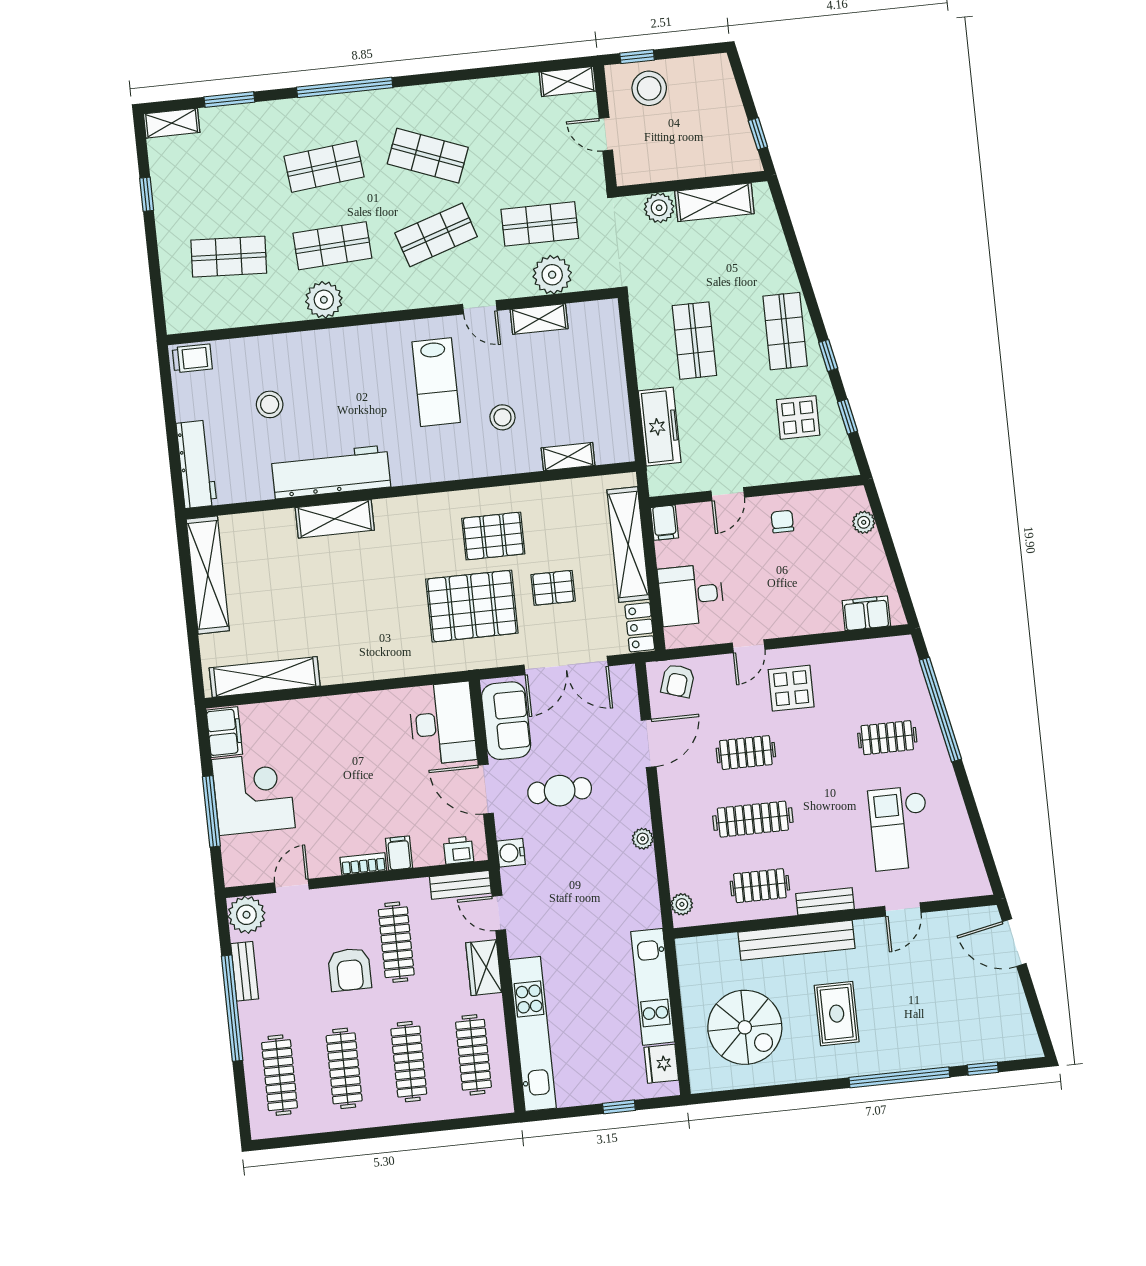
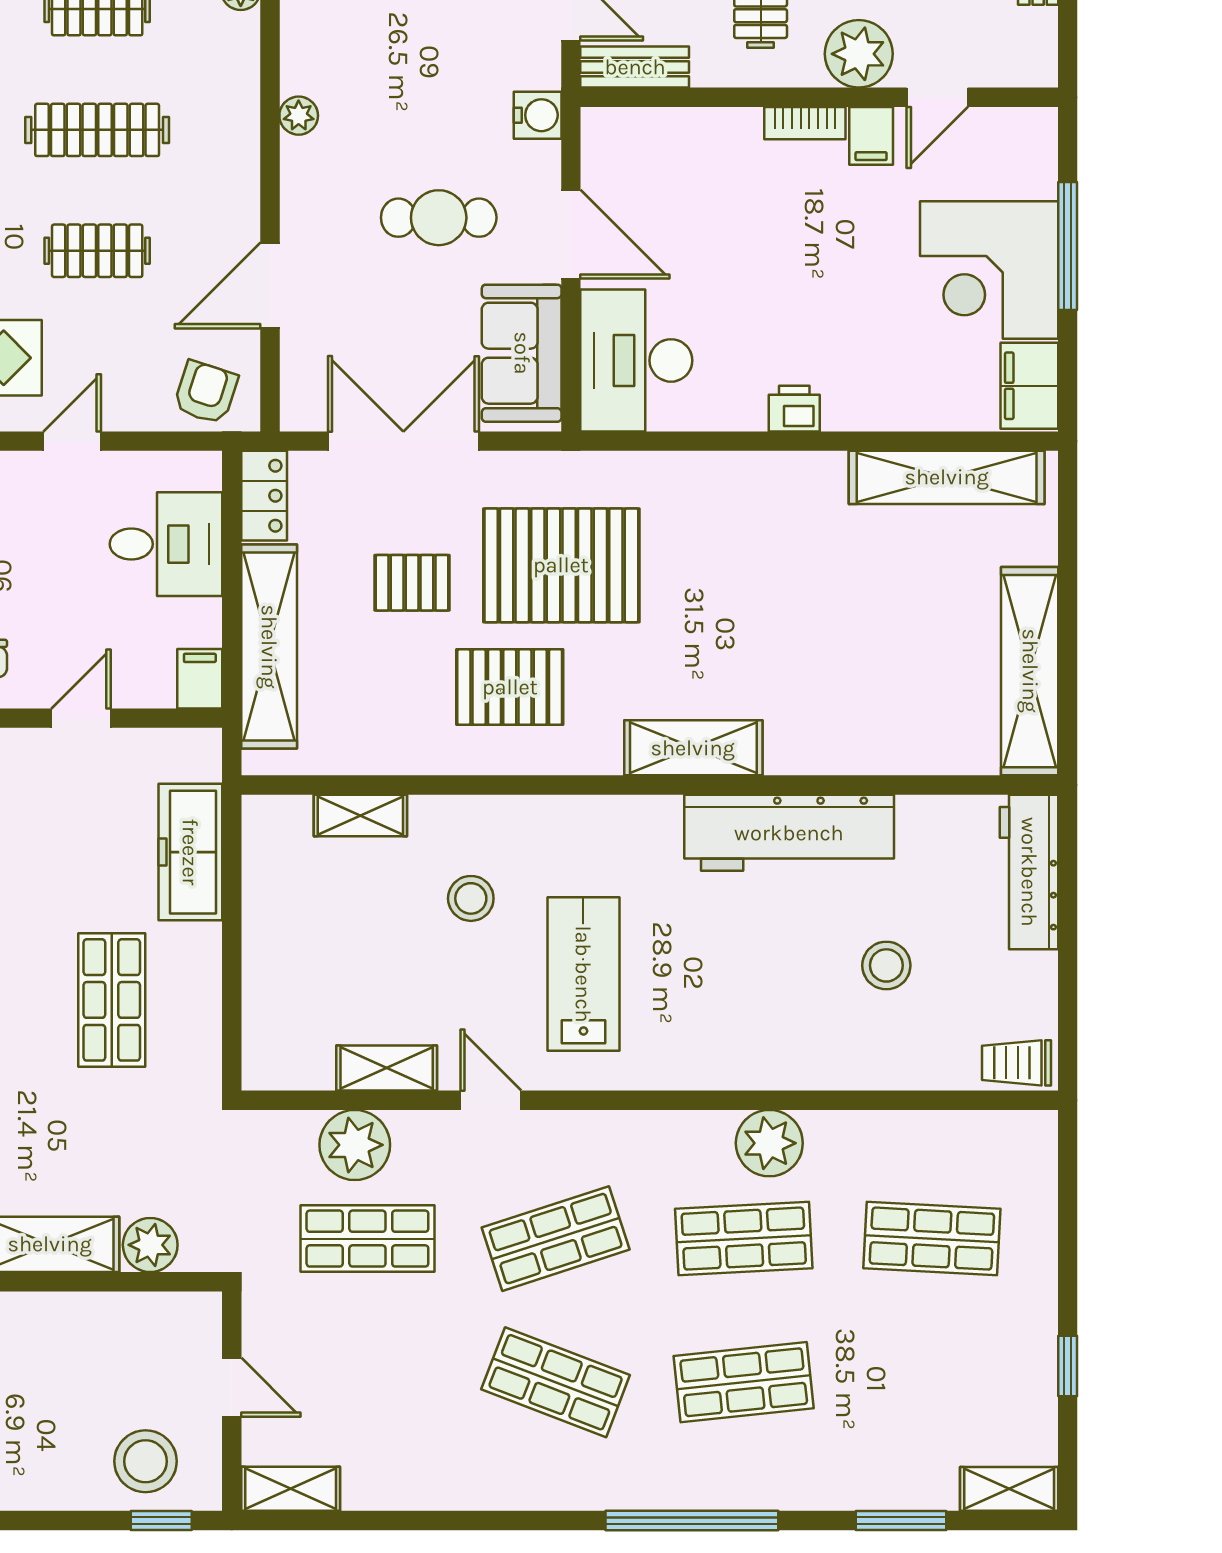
shelving: (335, 519) -> (693, 748), moved
printer: (458, 850) -> (794, 409), moved, turned 180
filing cabinet: (399, 853) -> (871, 136), moved
plant: (246, 915) -> (859, 54), moved

